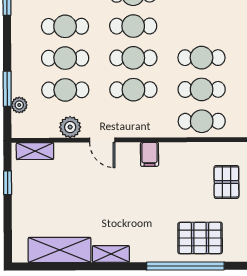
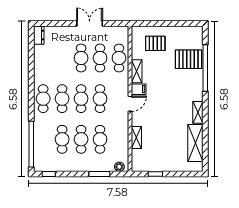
plant: (19, 105) -> (119, 167), moved
plant: (70, 127) -> (122, 136), removed
door: (102, 140) -> (130, 104), moved
shelving: (35, 151) -> (136, 137), moved
shelving: (180, 151) -> (137, 71), added
pallet: (200, 238) -> (189, 59), turned 90

